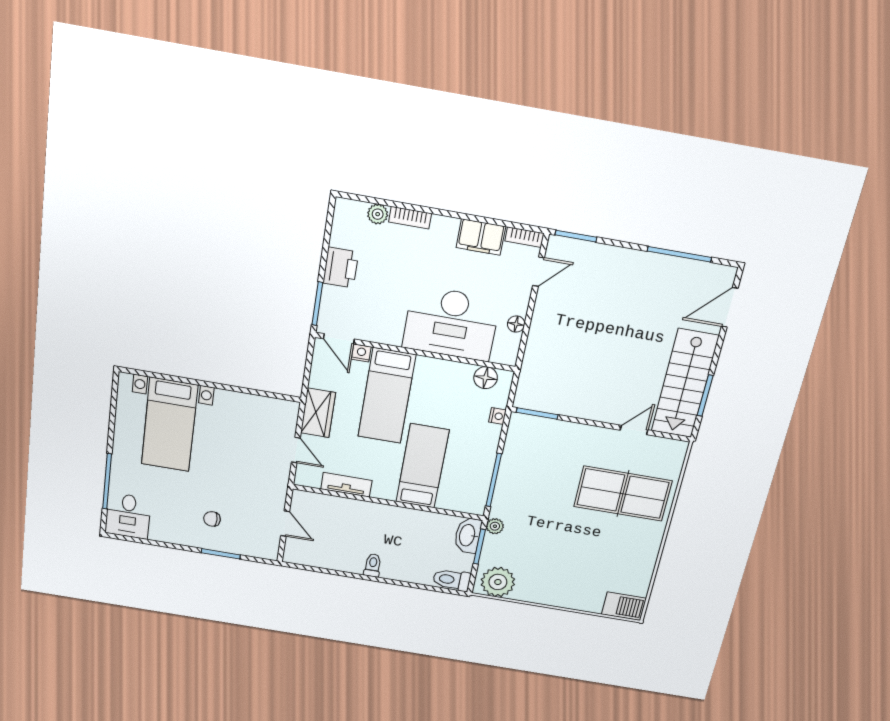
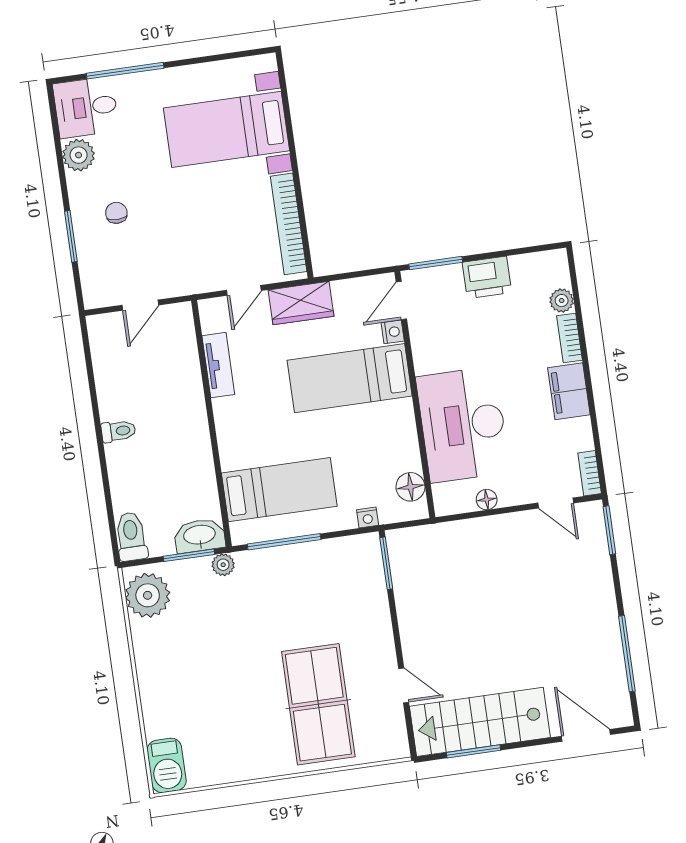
filing cabinet: (481, 237) -> (569, 391), moved
bookcase: (255, 403) -> (289, 224), added
bed: (422, 466) -> (279, 490), moved
plant: (162, 531) -> (79, 155), added

